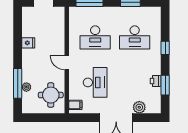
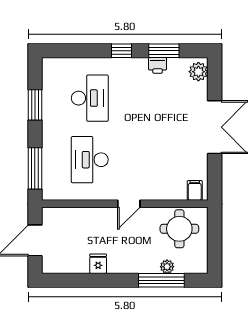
desk: (95, 37) -> (90, 160), turned 180
window: (165, 48) -> (122, 51), moved
desk: (95, 82) -> (160, 160), removed
plant: (139, 107) -> (198, 72), moved

